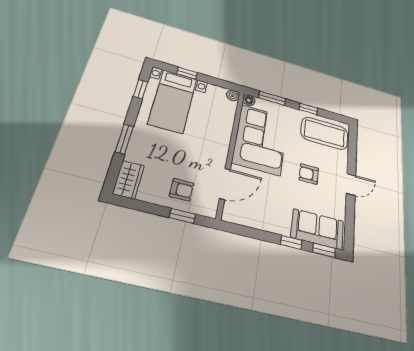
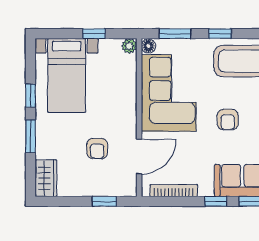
window: (187, 73) -> (94, 34), moved
window: (141, 89) -> (31, 96), moved
armchair: (309, 174) -> (228, 120), turned -90
armchair: (181, 190) -> (97, 149), moved, turned 90
bookcase: (253, 222) -> (174, 191), added

